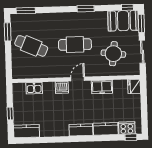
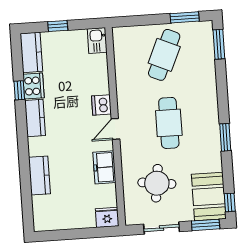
door: (78, 79) -> (115, 129), swing flipped
kitchen sink: (34, 88) -> (97, 41), moved
cooker: (127, 128) -> (33, 86), moved
kitchen counter: (81, 130) -> (35, 118), moved
window: (131, 137) -> (19, 90), moved

